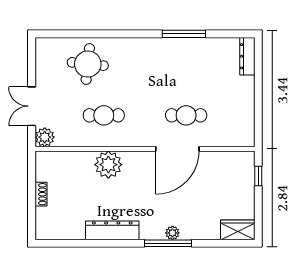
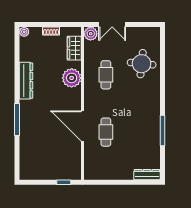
double door: (32, 106) -> (112, 25), swing flipped
wardrobe: (238, 230) -> (74, 48), moved, turned 180
plant: (172, 233) -> (24, 32), moved

